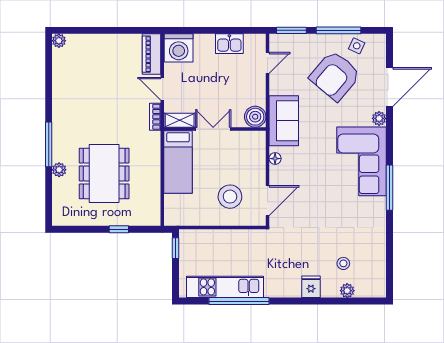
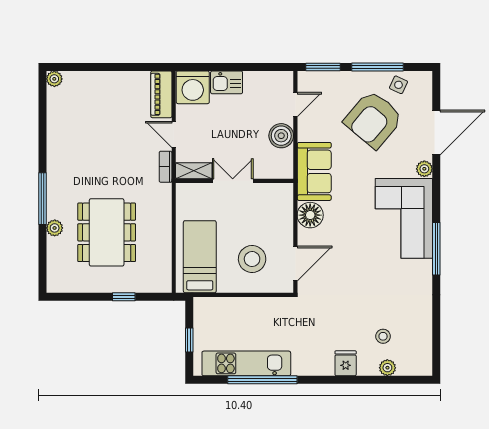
kitchen sink: (229, 44) -> (227, 82), moved
boiler: (255, 117) -> (281, 136), moved
floor lamp: (275, 159) -> (310, 215), width x1.89, depth x1.89
bed: (178, 162) -> (200, 257), moved, turned 180
window: (176, 248) -> (189, 340), moved

